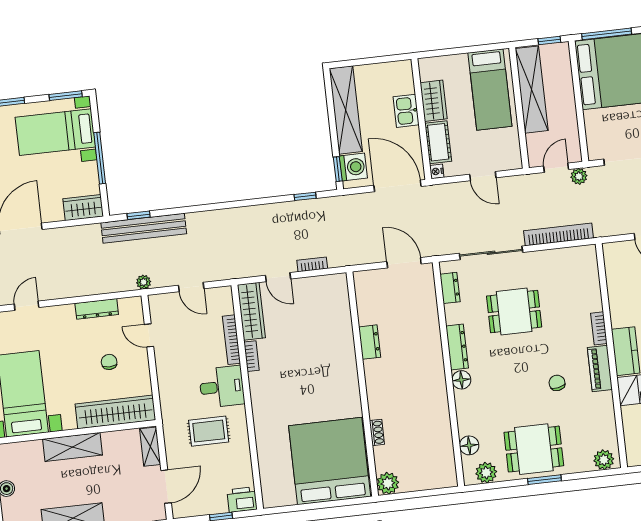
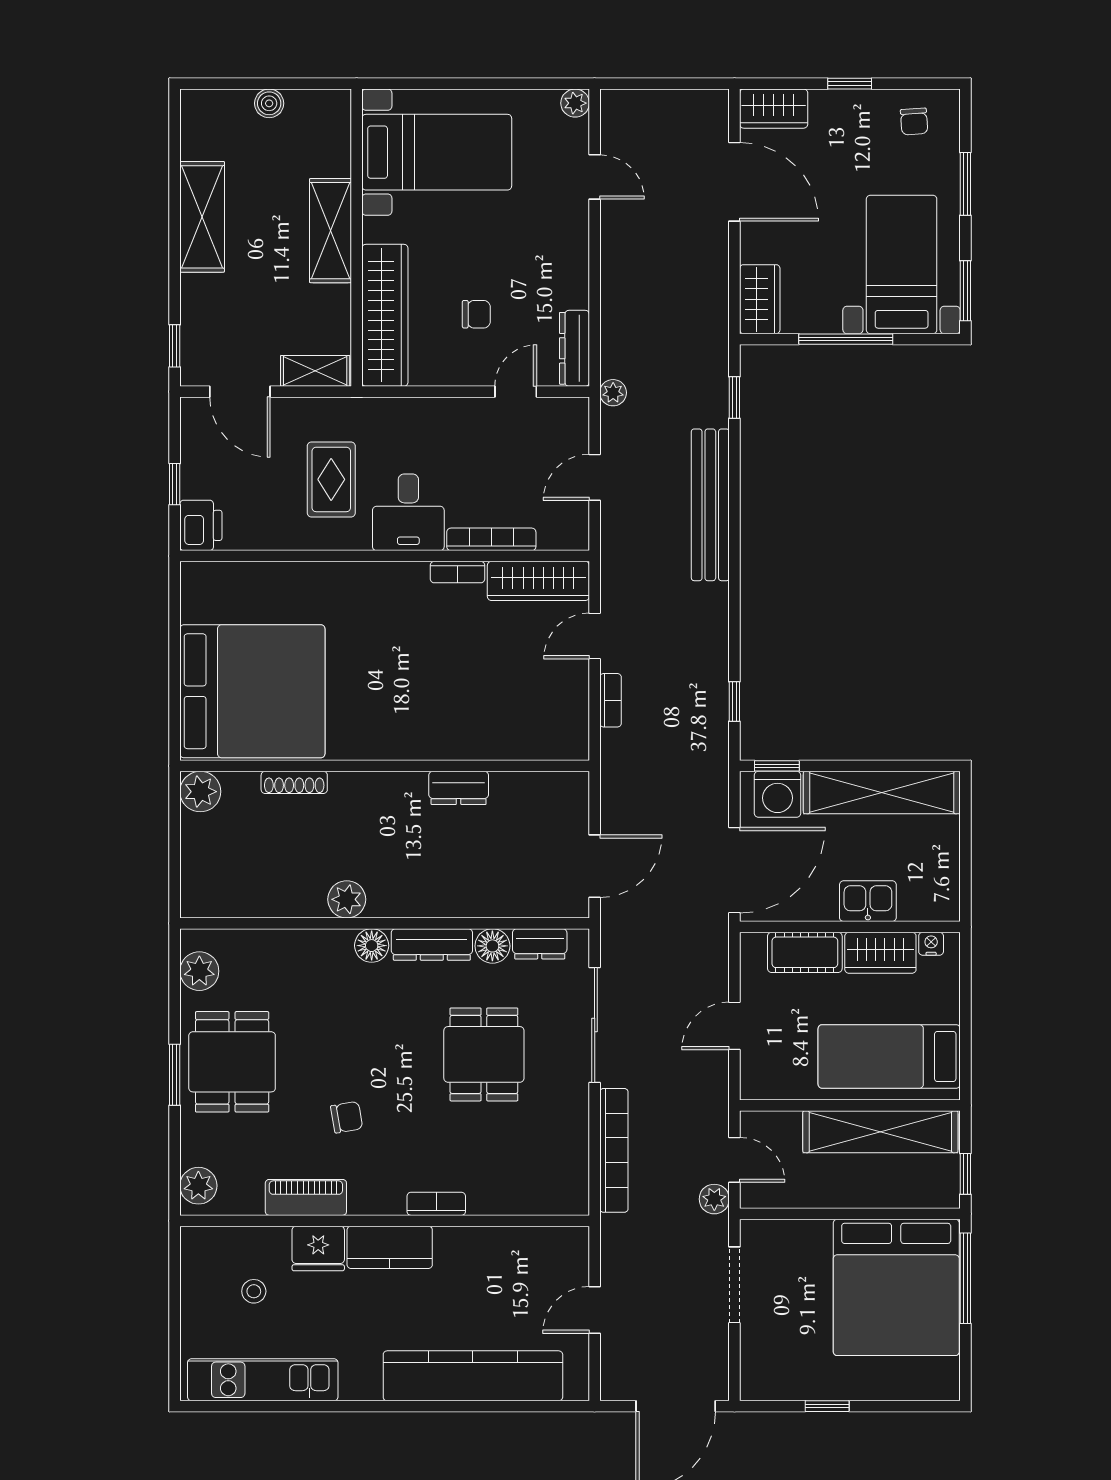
nightstand: (437, 171) -> (931, 944), moved
bench: (144, 228) -> (710, 505), moved
dresser: (97, 309) -> (574, 348), moved
piano: (600, 368) -> (306, 1197), moved
plant: (438, 396) -> (347, 899), added
shoe rack: (377, 432) -> (294, 782), width x1.43
floor lamp: (469, 445) -> (492, 946), moved

